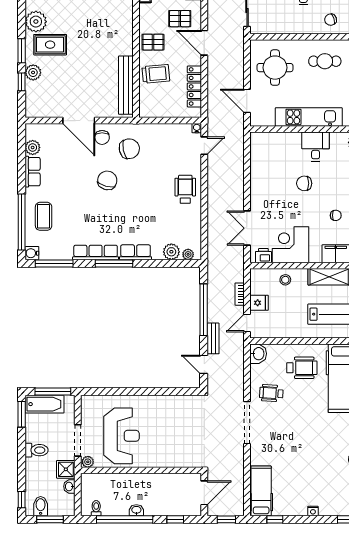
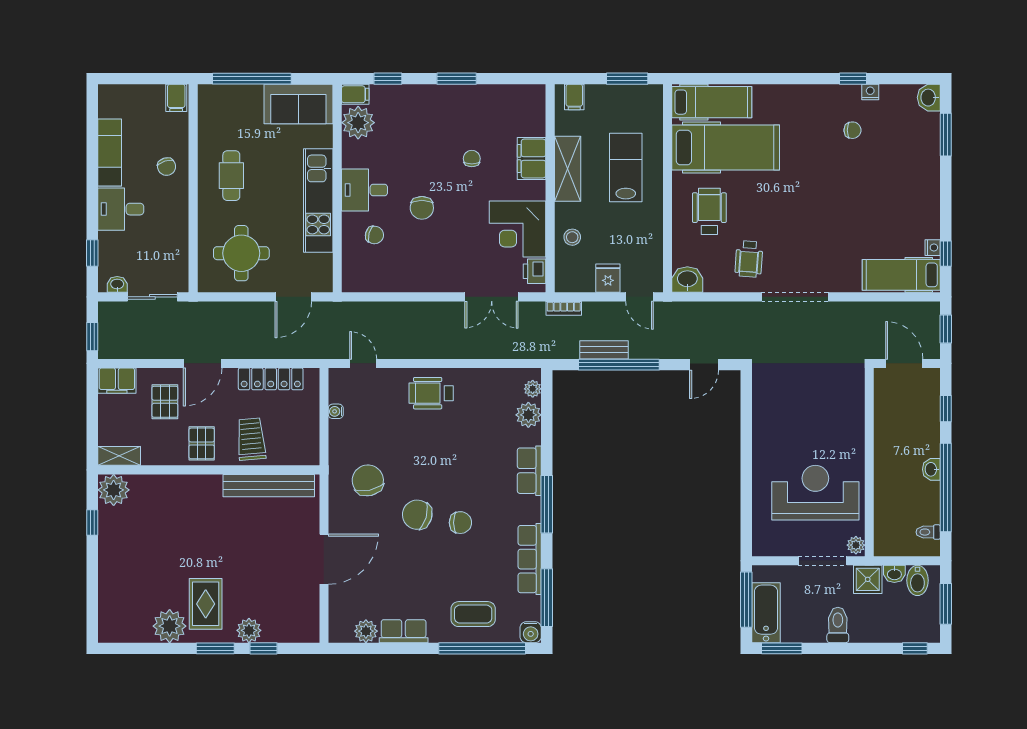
water cooler: (197, 128) -> (336, 411), moved
chair: (102, 137) -> (460, 523), moved
chair: (287, 153) -> (374, 235), added
row of seats: (96, 253) -> (530, 559), moved
bookcase: (240, 294) -> (564, 308), moved
bench: (213, 338) -> (604, 350), moved
bidet: (41, 506) -> (917, 580), moved, turned -90
nightstand: (313, 511) -> (933, 248), moved

